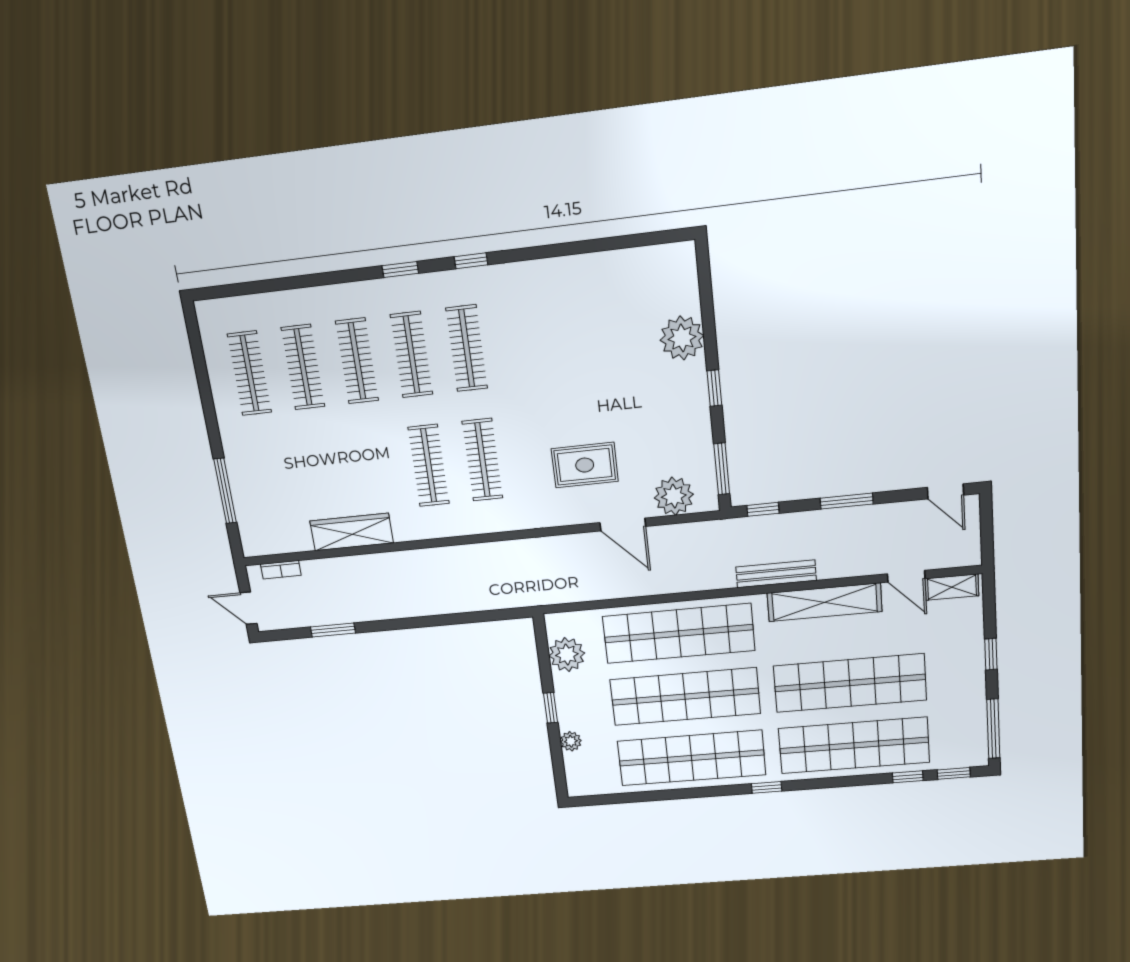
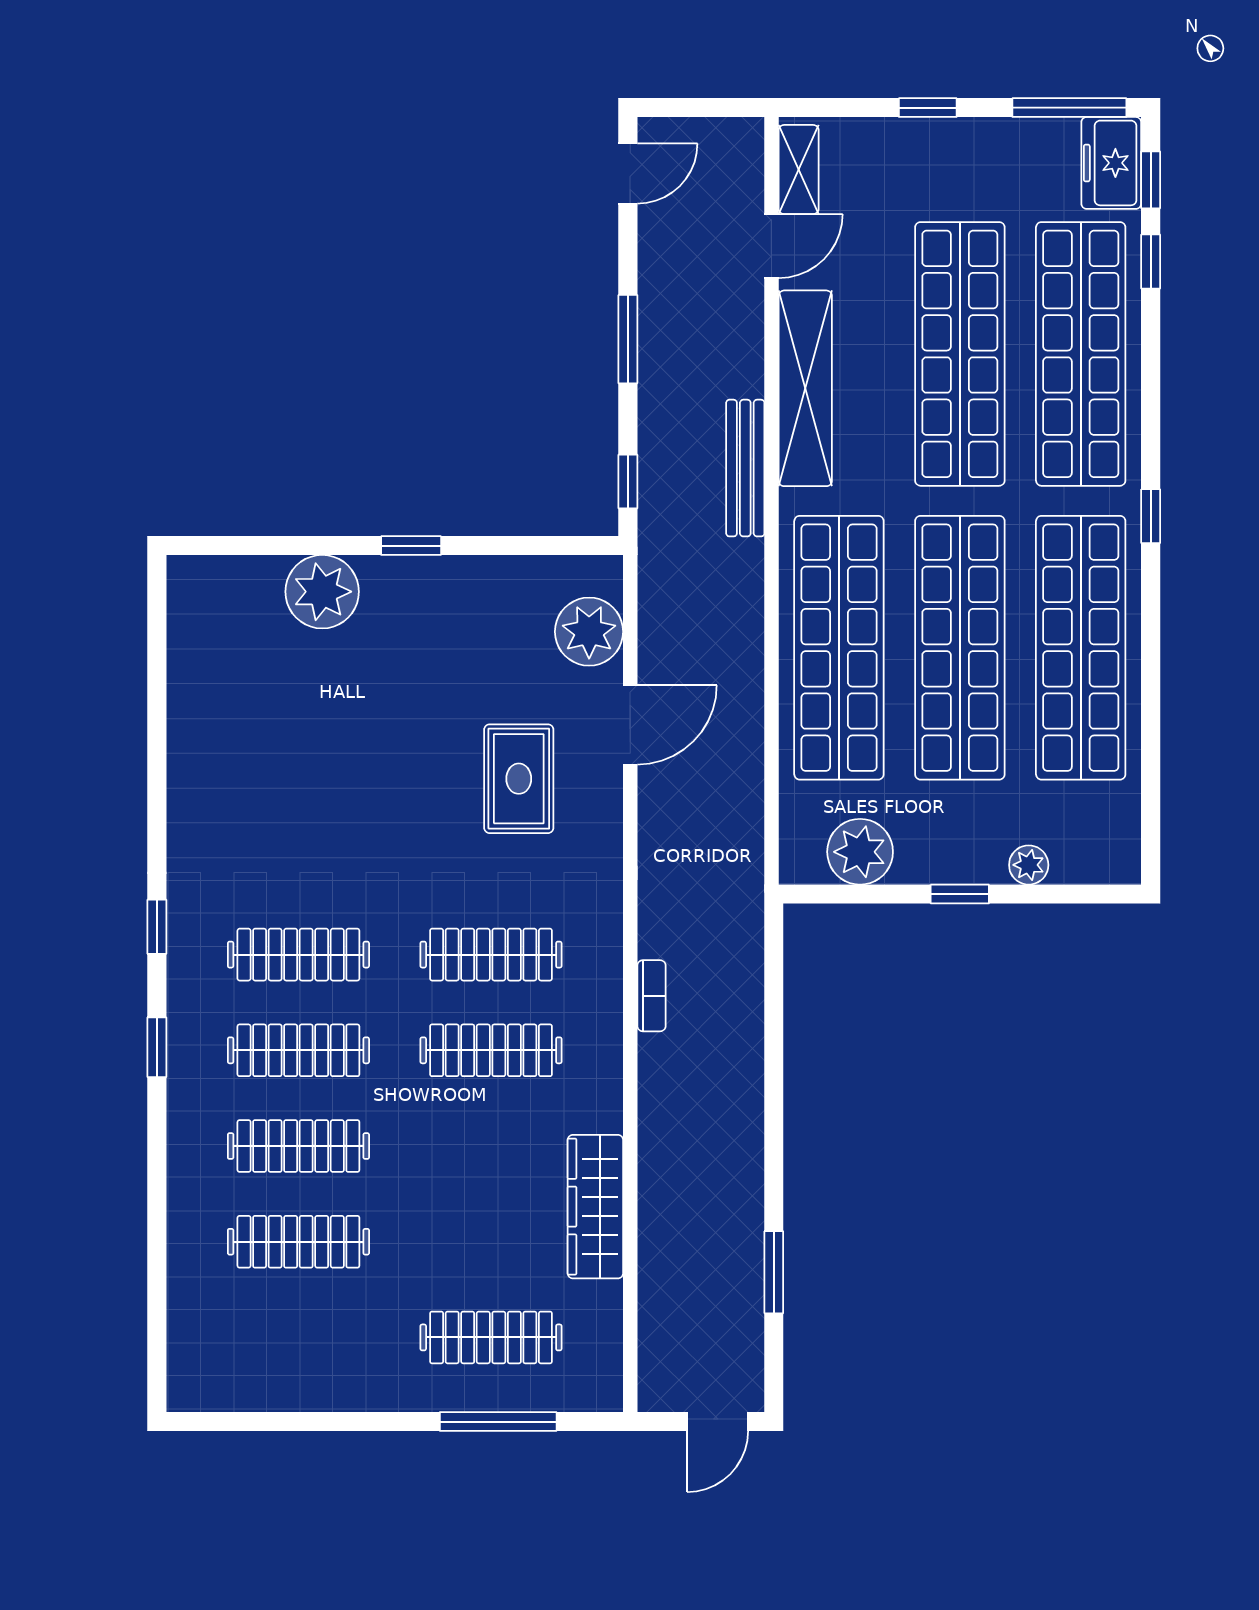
clothes rail: (249, 373) -> (491, 1337), moved
window: (722, 469) -> (550, 546), removed
bookcase: (281, 570) -> (651, 996), moved
freezer: (962, 753) -> (1111, 163), added

